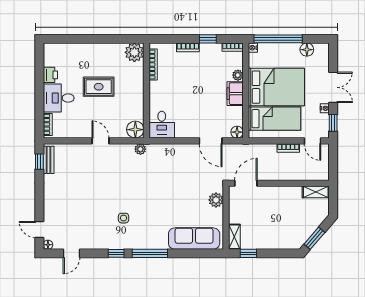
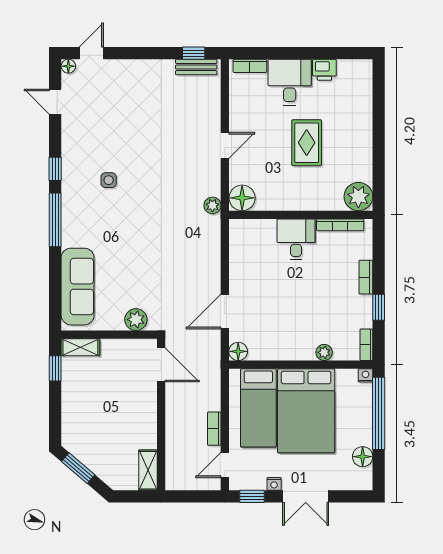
filing cabinet: (235, 94) -> (296, 349), removed
desk: (162, 125) -> (296, 239), moved, turned 90

